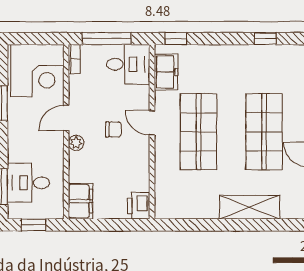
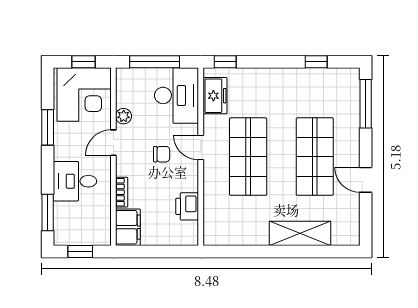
window: (37, 39) -> (83, 62), added
bookcase: (74, 59) -> (122, 192), moved
desk: (128, 64) -> (177, 95), width x1.37
plant: (76, 143) -> (124, 116), moved
desk: (28, 183) -> (75, 181), moved
printer: (139, 206) -> (187, 206), moved

